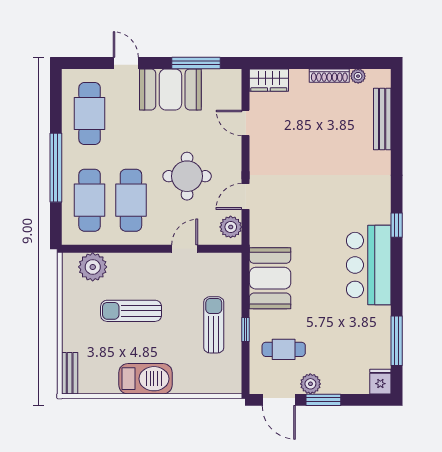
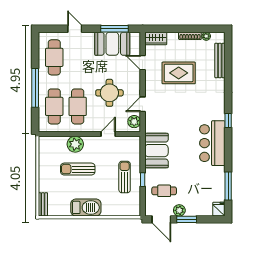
booth: (170, 89) -> (112, 44), moved
rug: (309, 141) -> (179, 73), added
plant: (93, 267) -> (75, 144), moved

